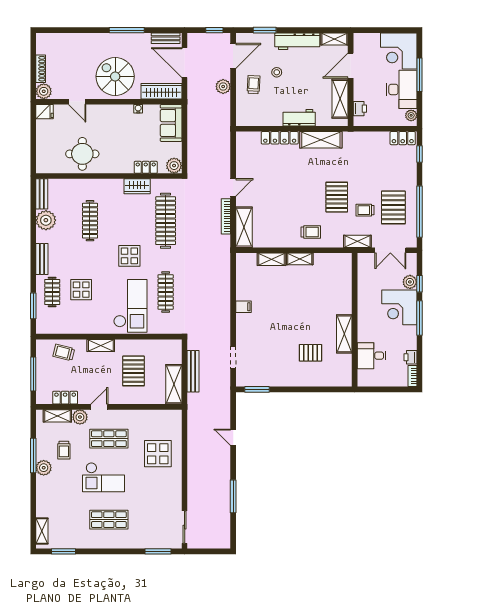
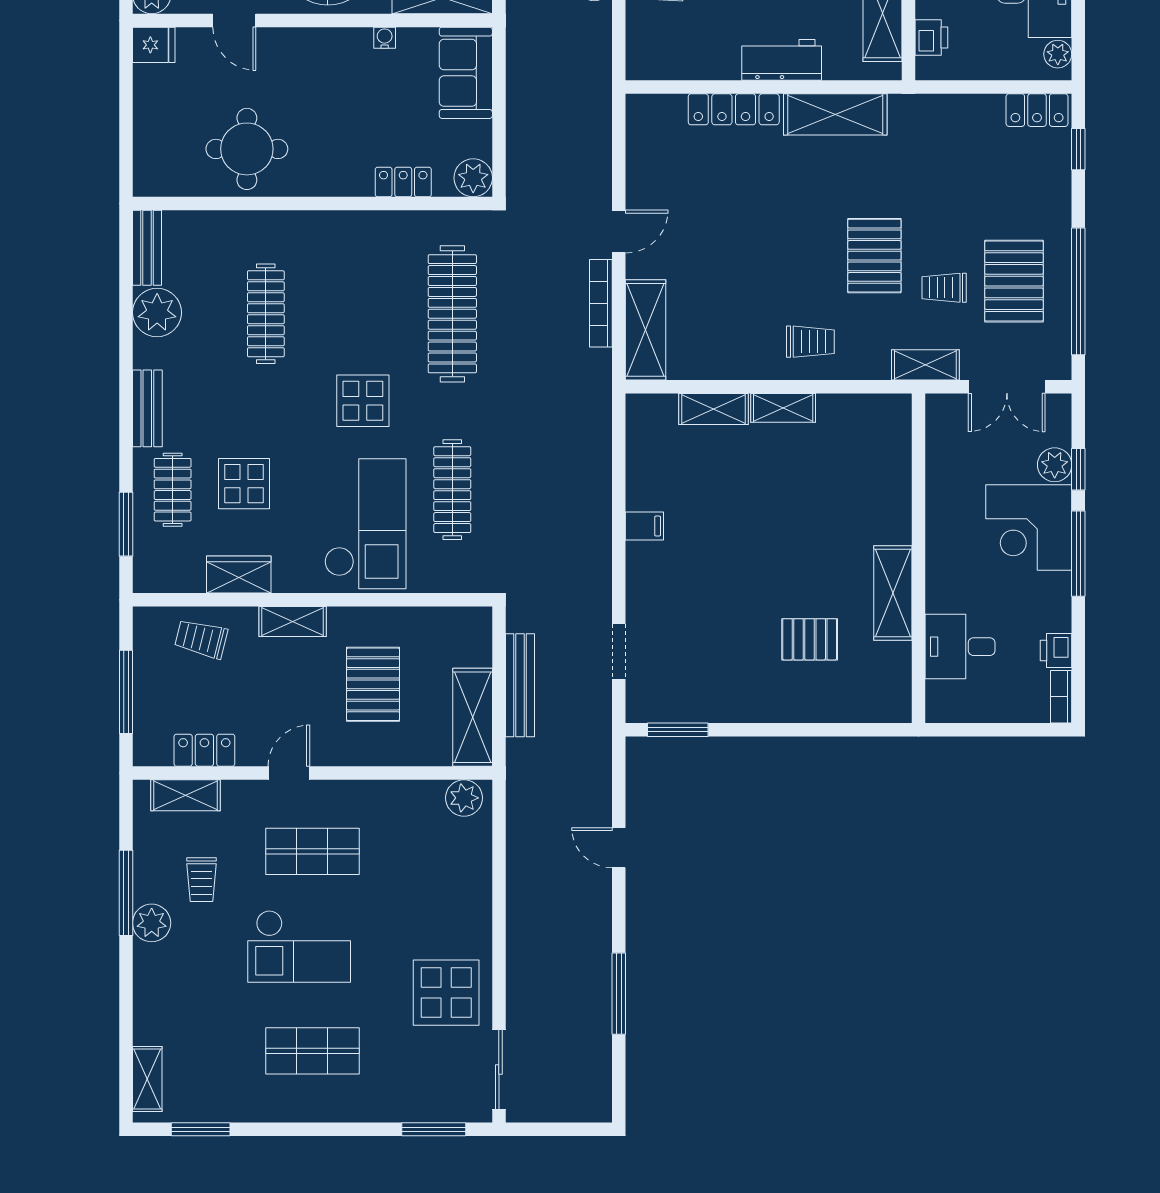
wardrobe: (137, 186) -> (239, 575), moved, turned 180
plant: (80, 417) -> (464, 798), moved
display table: (158, 454) -> (446, 993), moved

